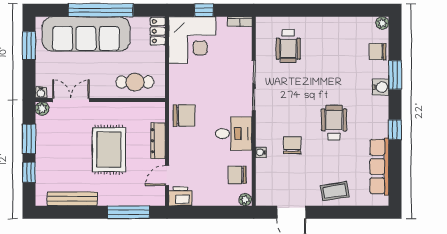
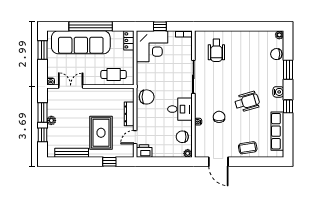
water cooler: (381, 87) -> (278, 92), moved
plant: (42, 109) -> (51, 120), moved
wheelchair: (334, 123) -> (247, 102), turned 74
rug: (109, 150) -> (101, 133), moved
window: (128, 212) -> (109, 162), width x0.46

